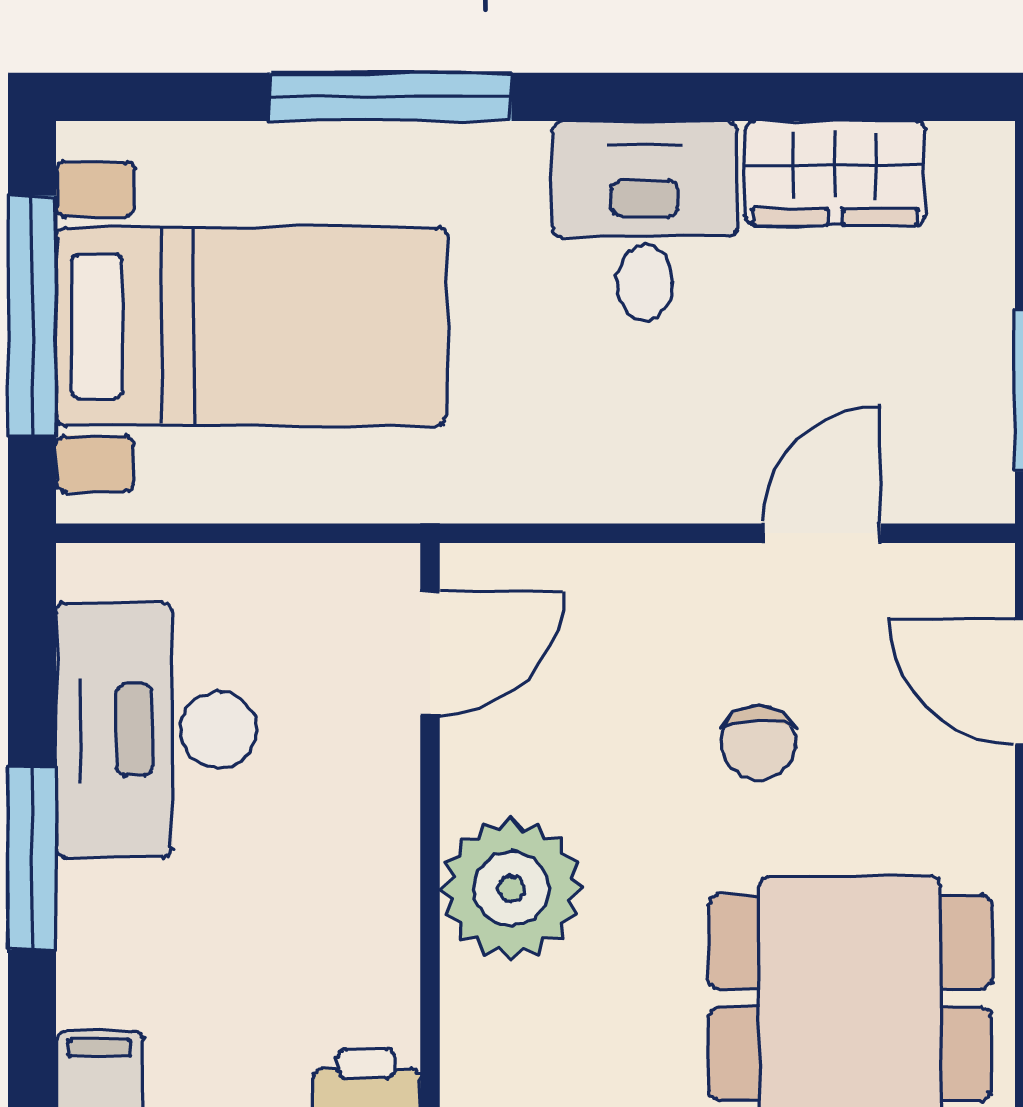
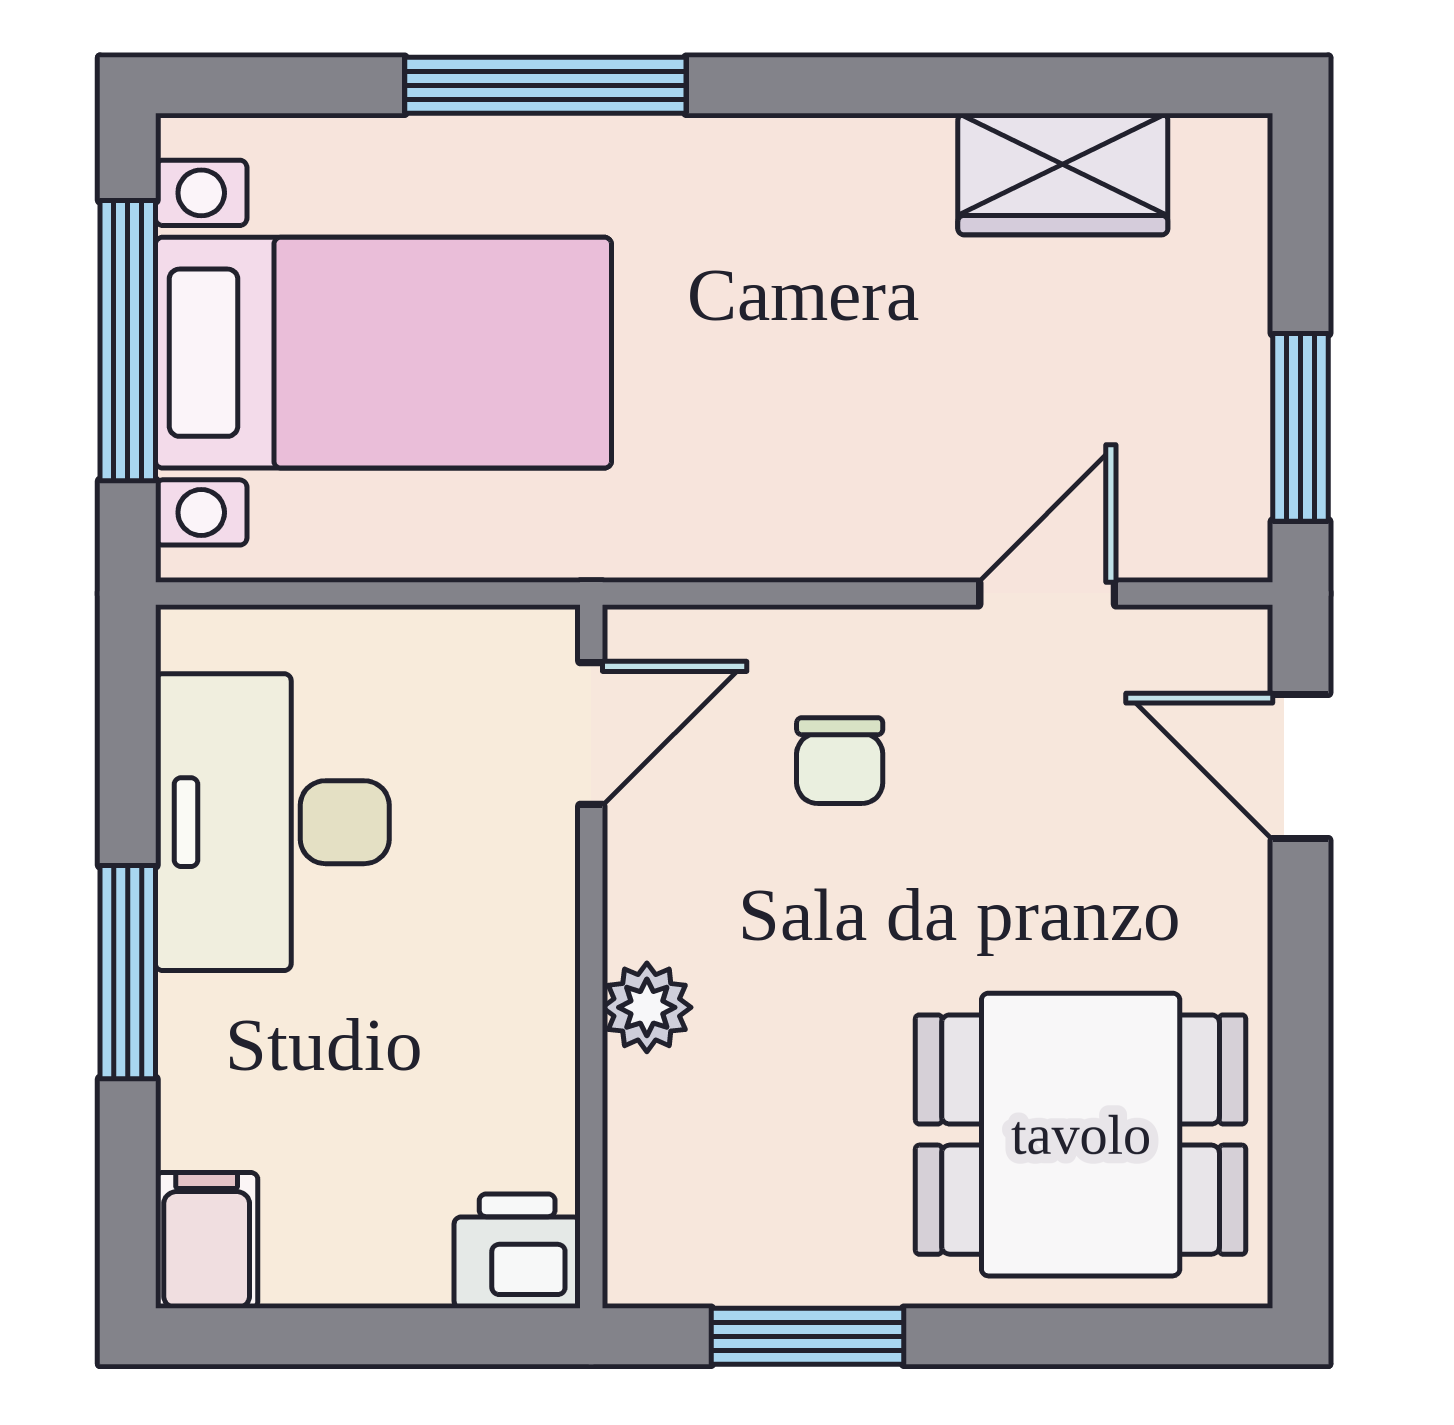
desk: (645, 221) -> (841, 230), removed
chair: (759, 743) -> (840, 761), moved
plant: (511, 889) -> (647, 1007), width x0.53, depth x0.53

